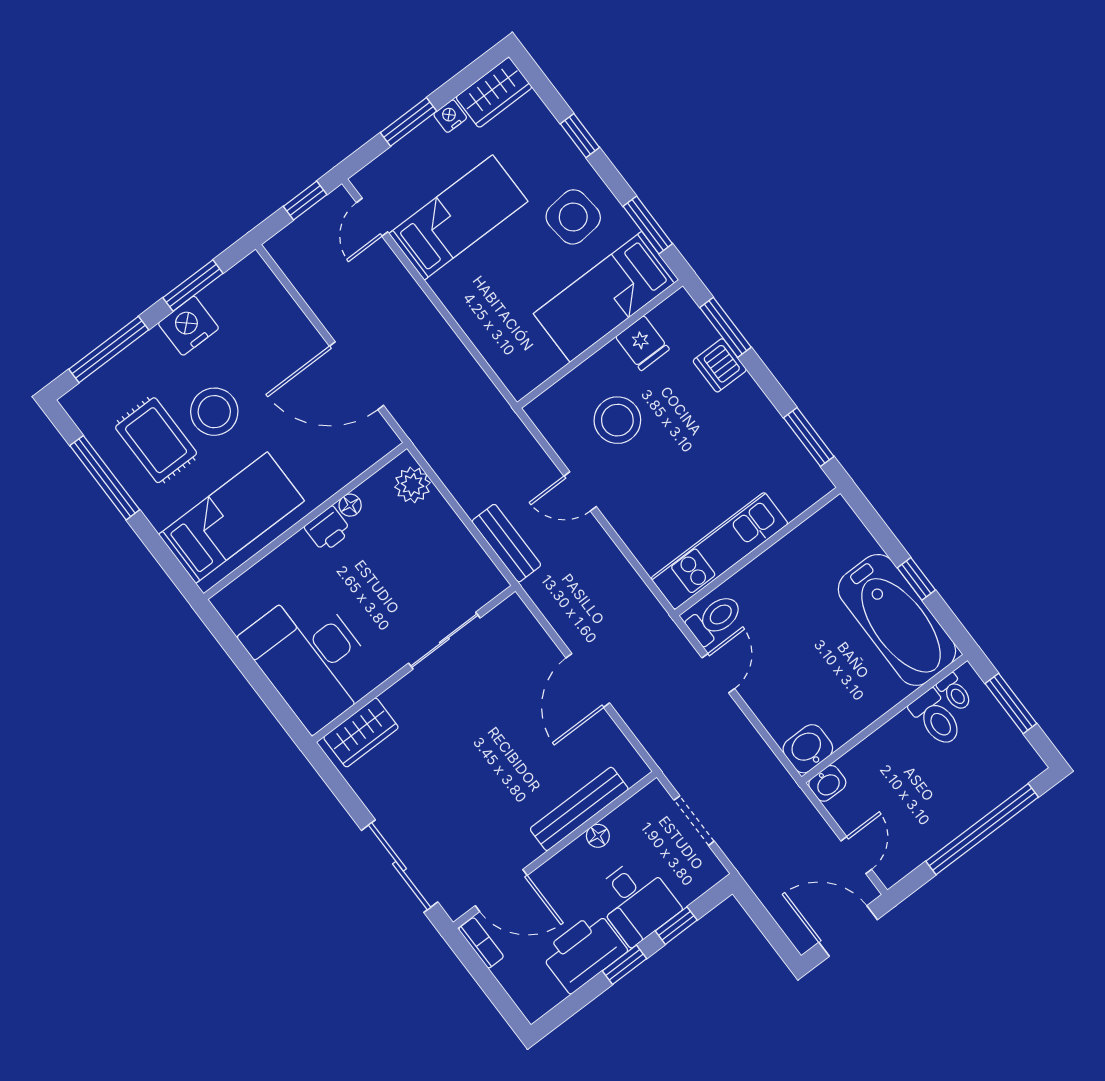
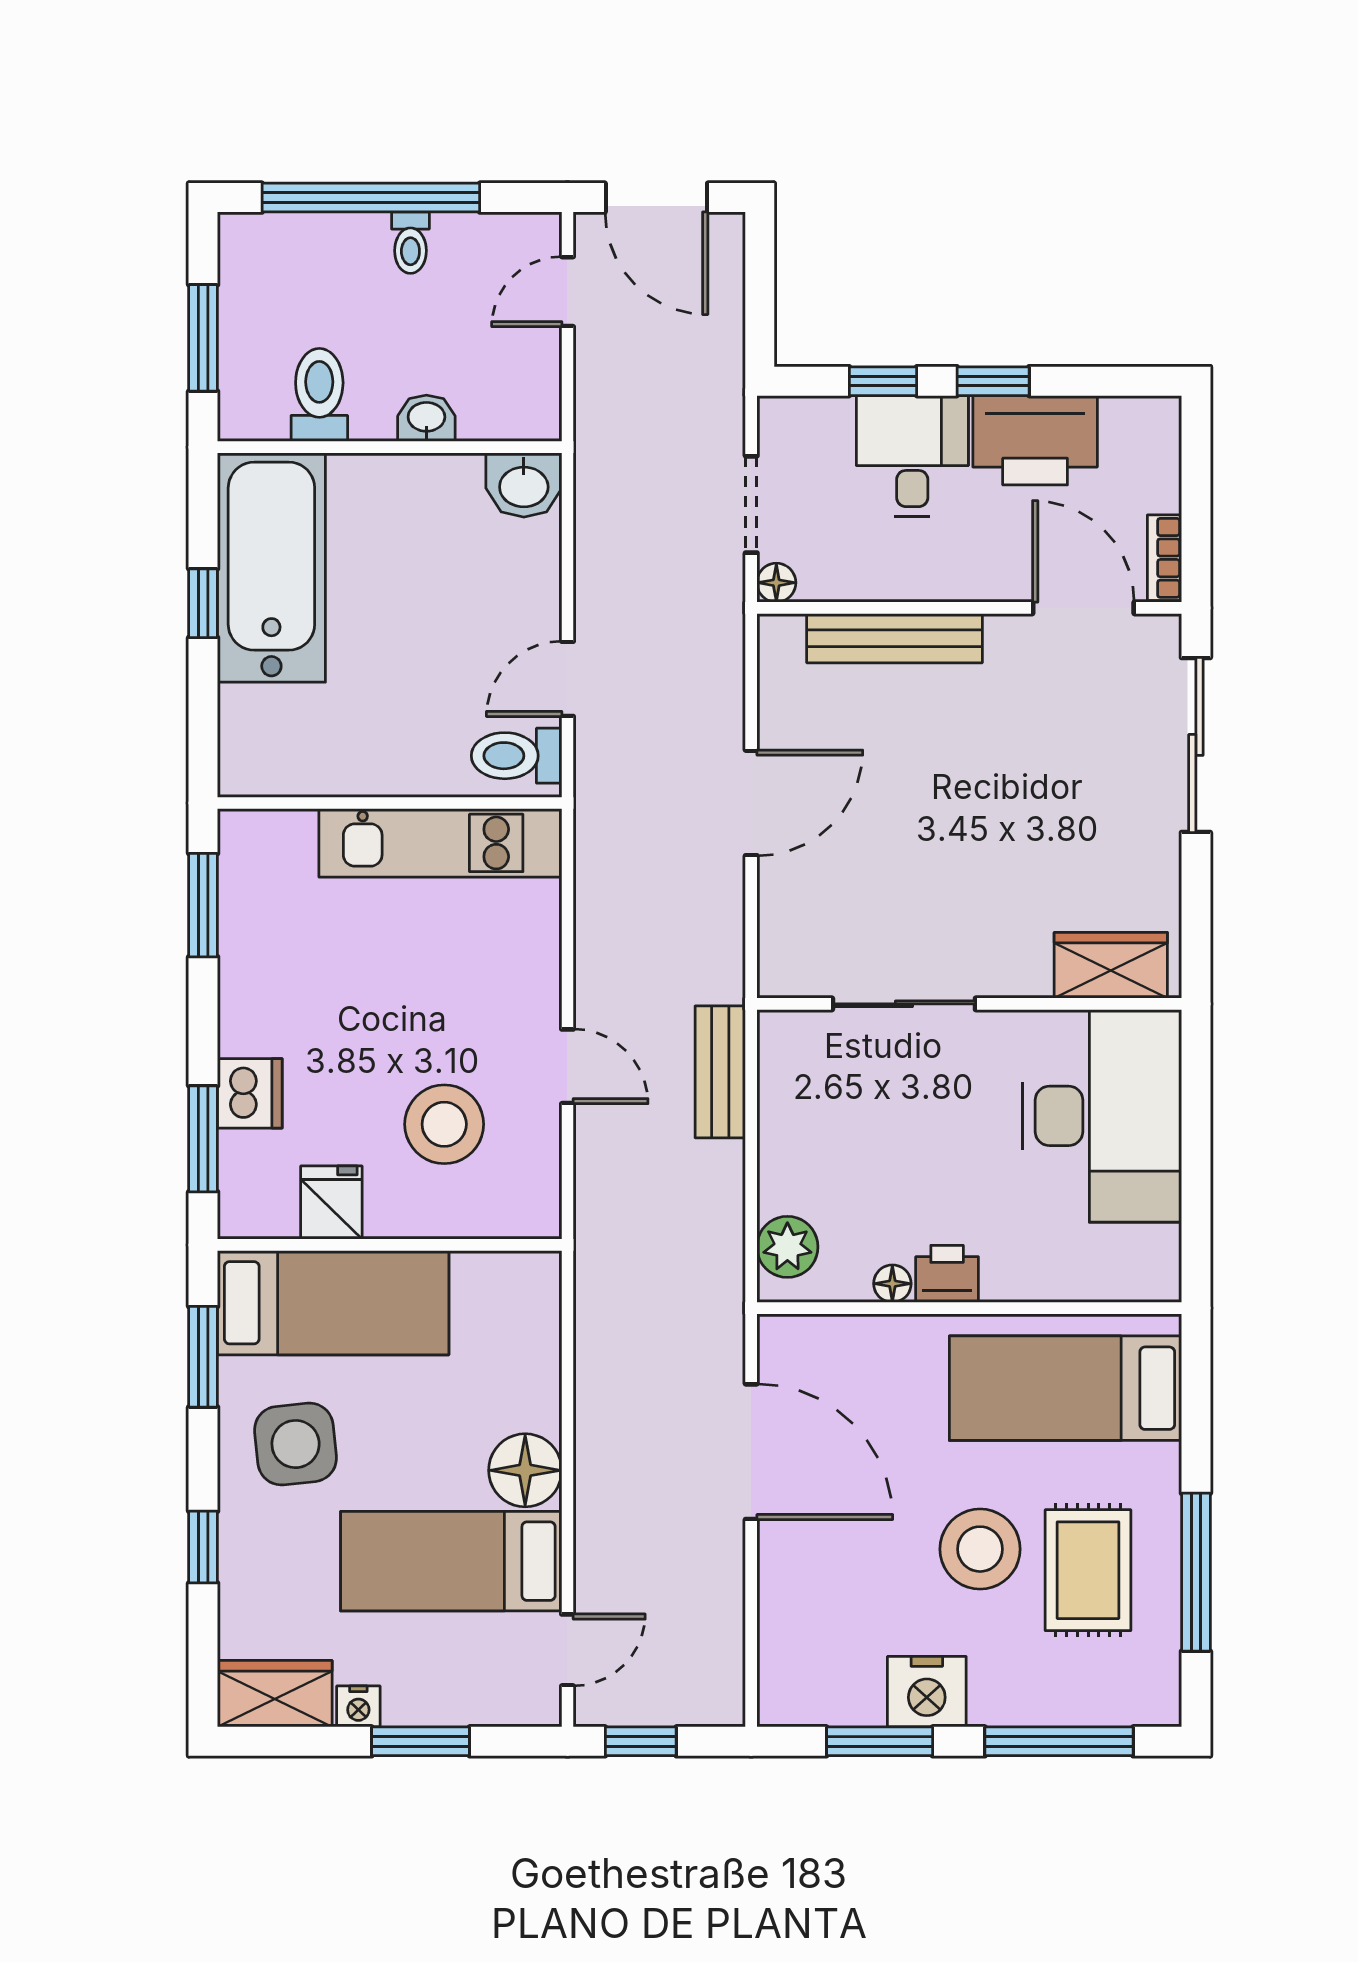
floor lamp: (456, 287) -> (525, 1470), added
toilet: (955, 692) -> (410, 243), moved, turned 180
washbasin: (827, 783) -> (426, 418), moved
floor lamp: (598, 836) -> (776, 583), moved

